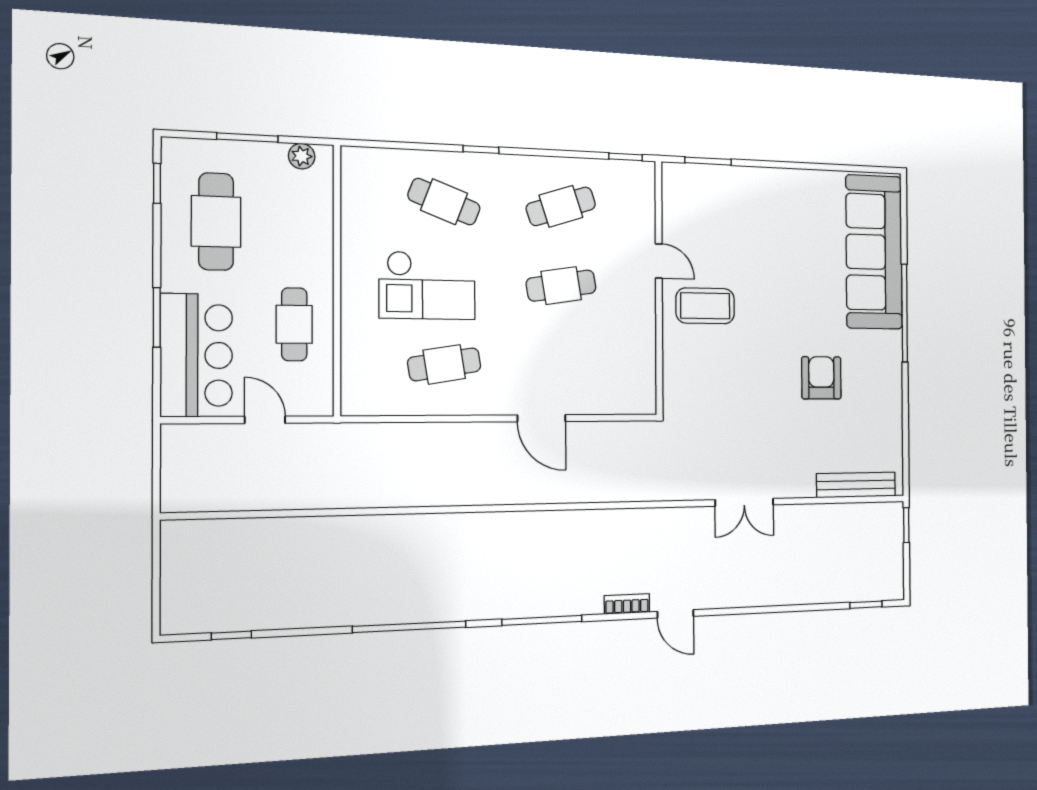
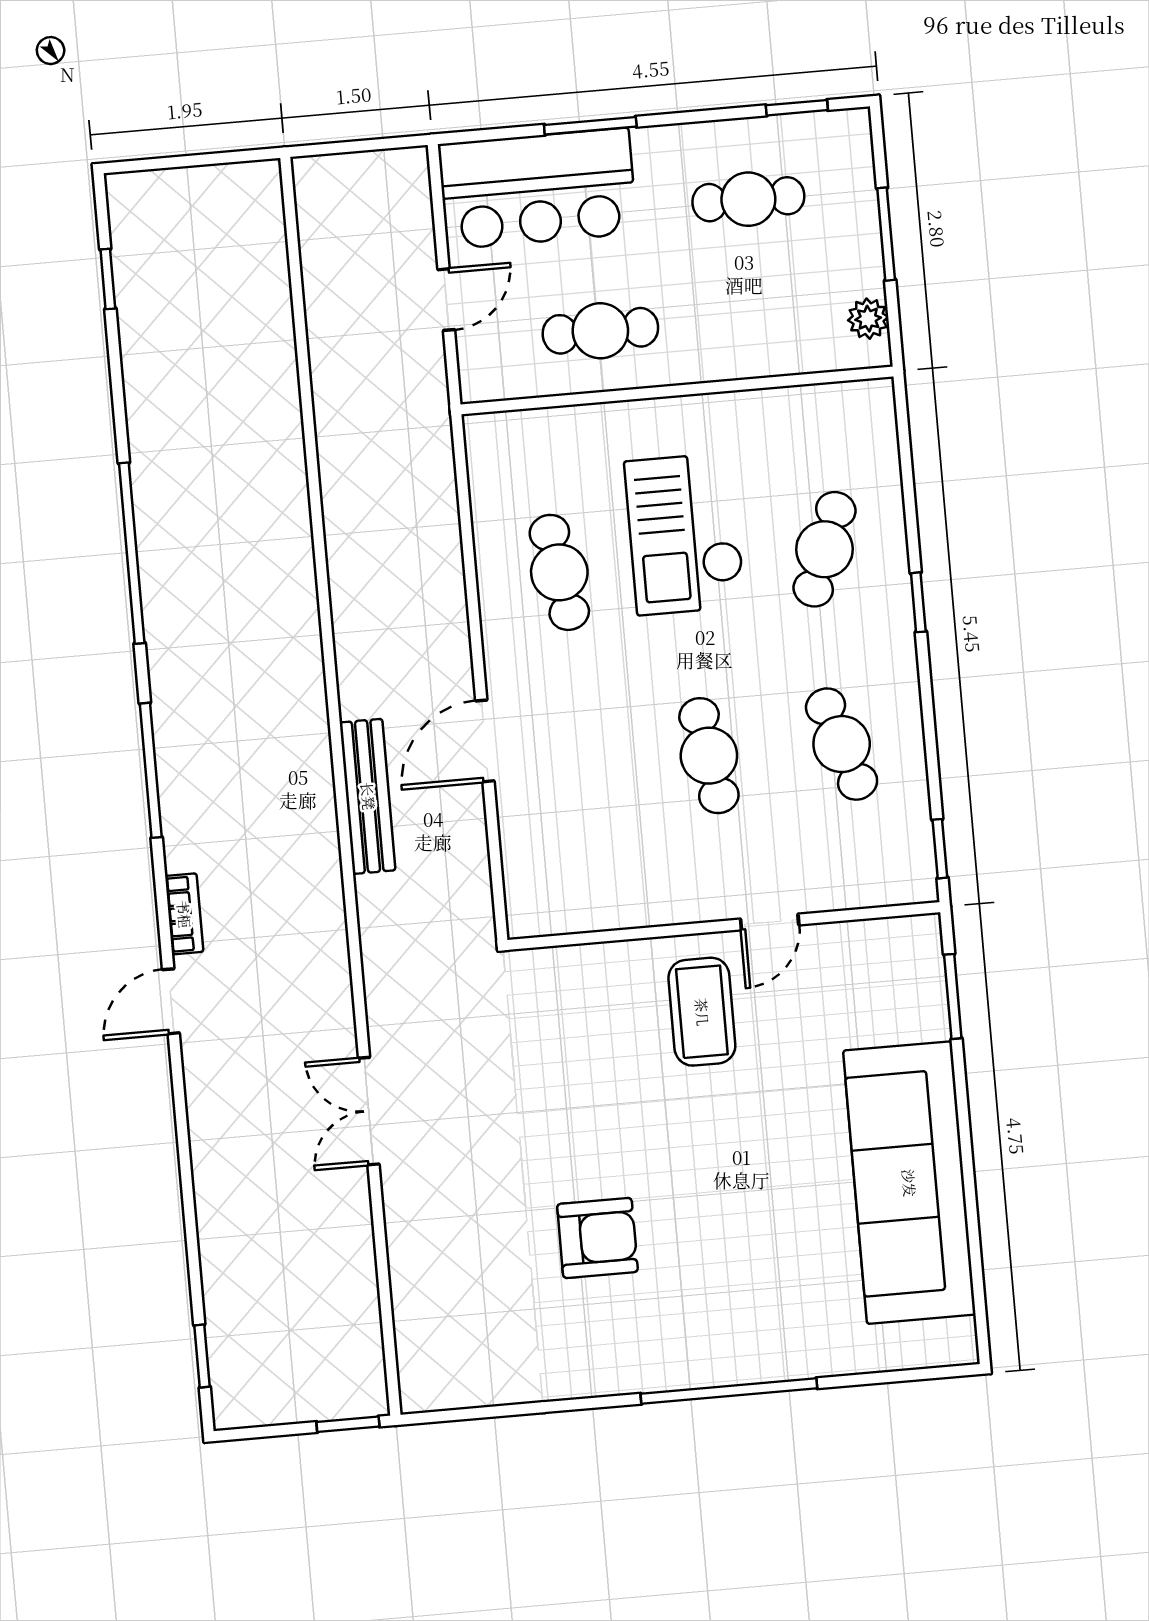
cafe table: (216, 222) -> (748, 199), width x0.73, depth x0.74
sofa: (874, 252) -> (909, 1183), moved, turned -90
bench: (856, 485) -> (368, 796), moved

